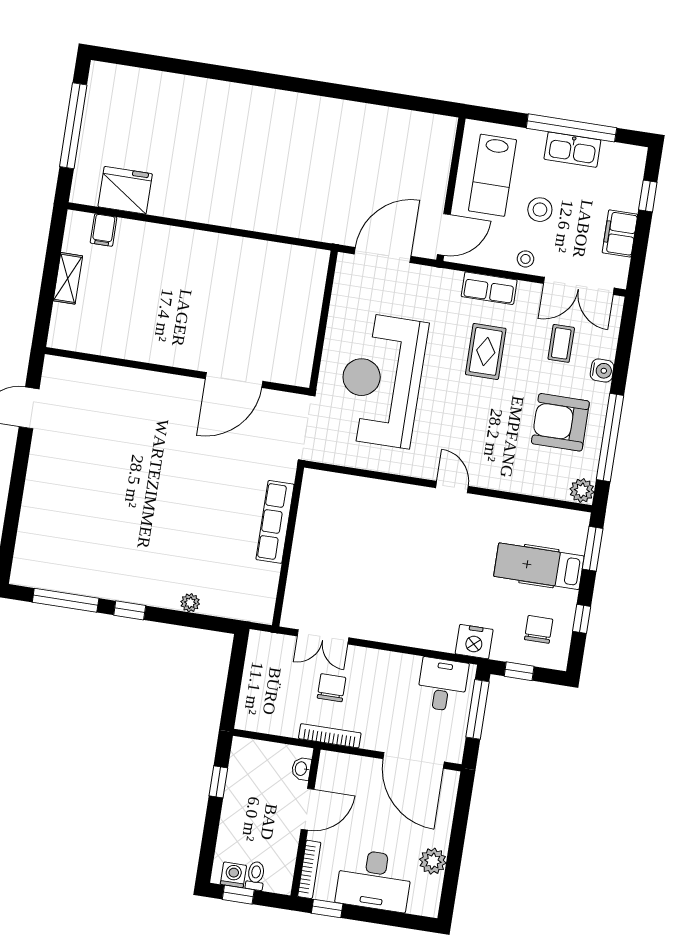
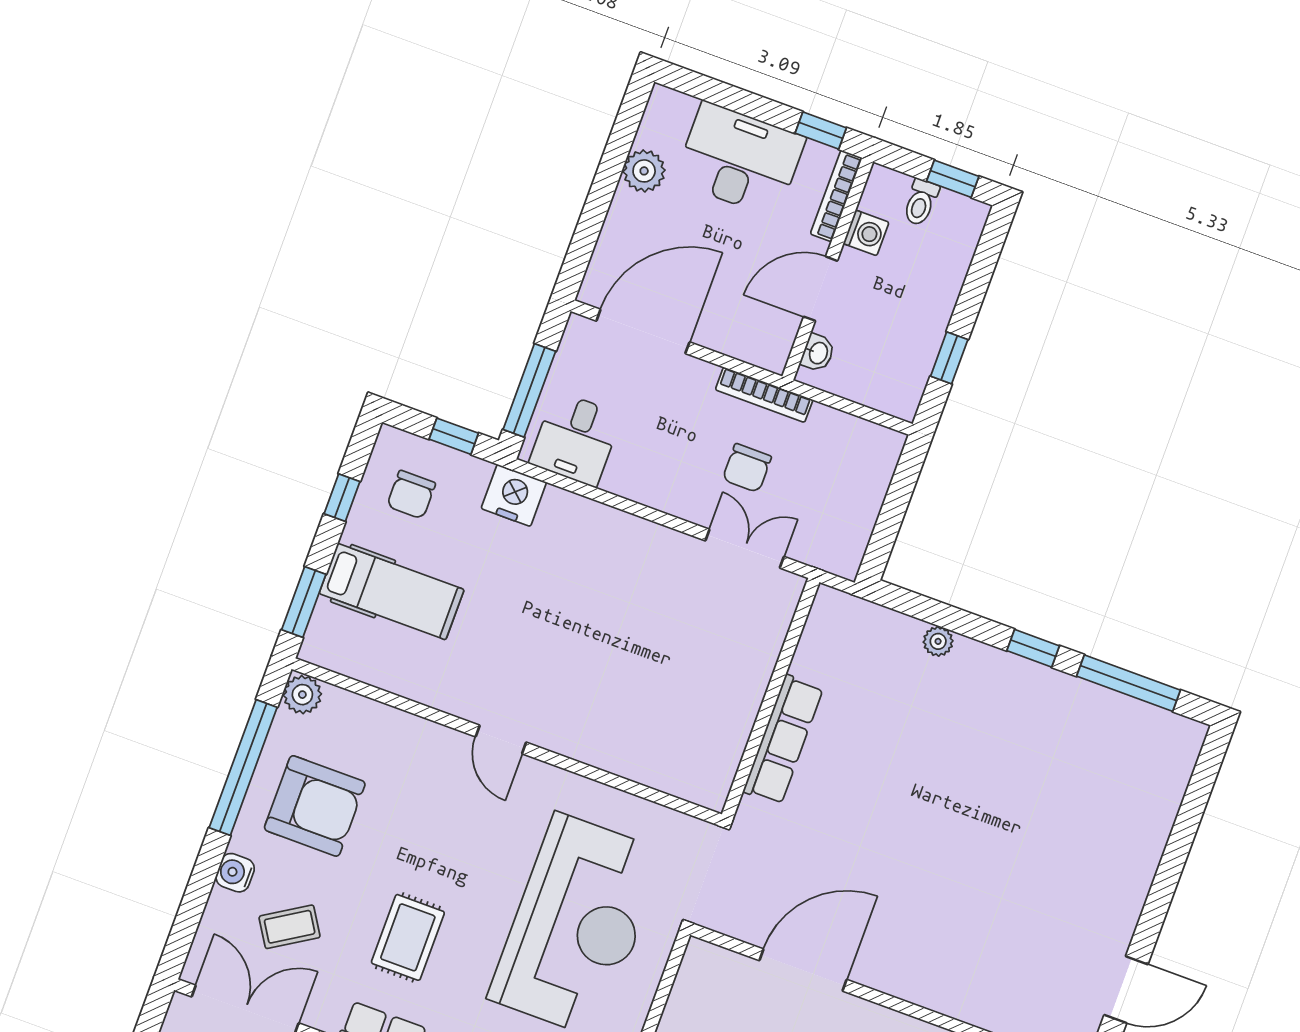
coffee table: (561, 343) -> (290, 927), turned 58
door: (414, 760) -> (643, 331), hinge flipped
washing machine: (233, 875) -> (866, 233), moved, turned -90

